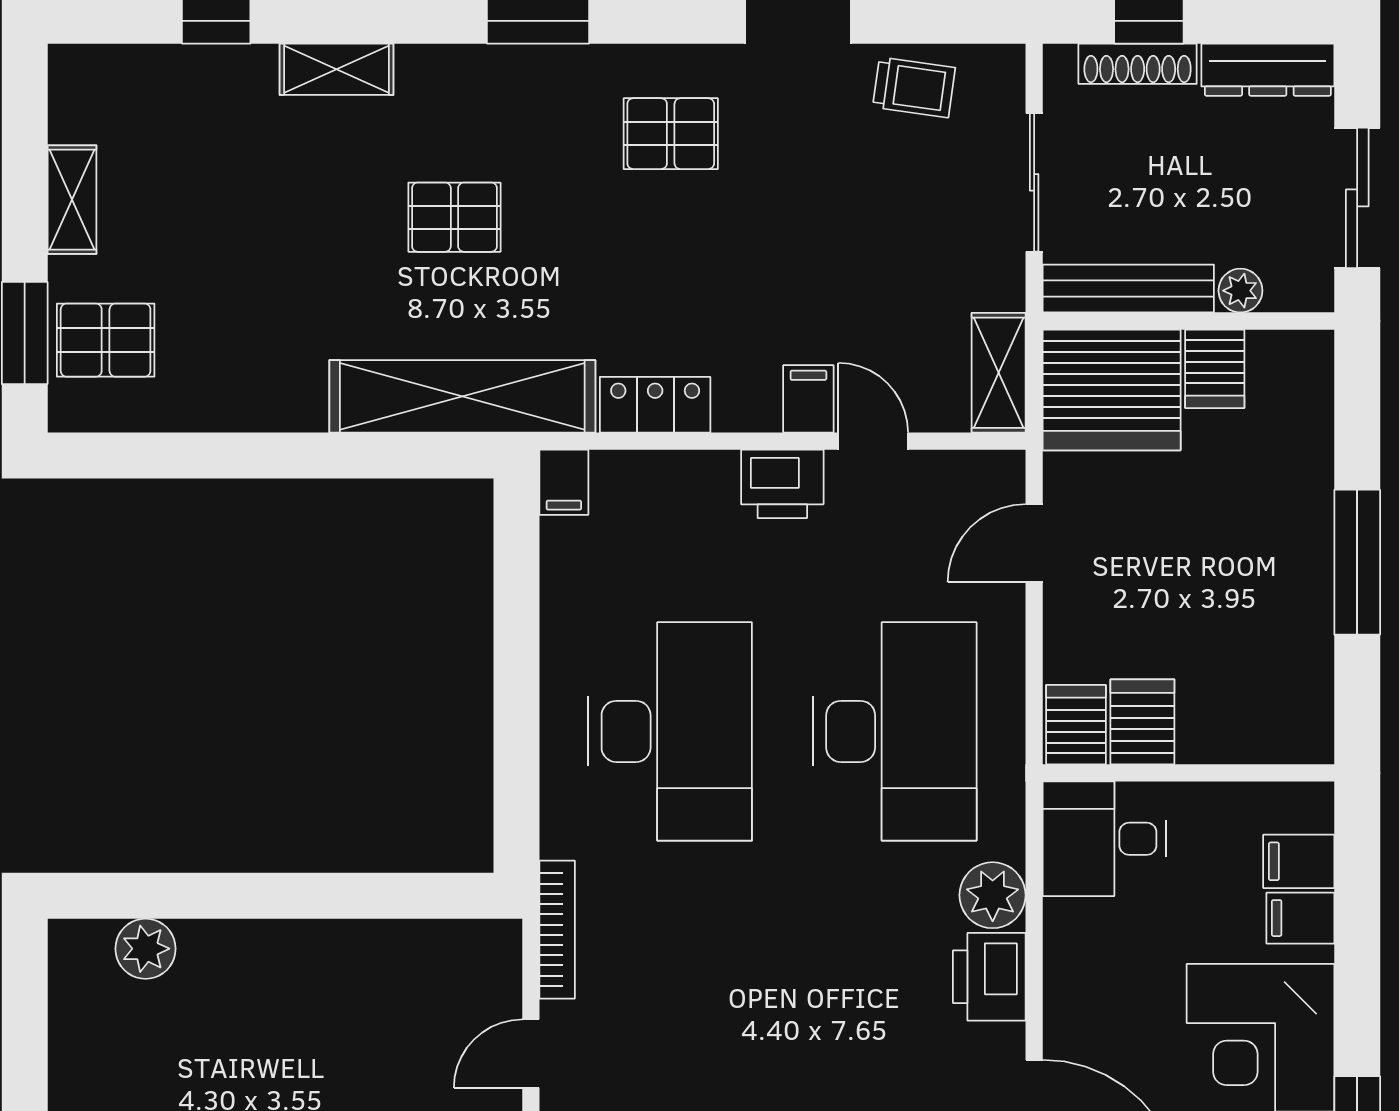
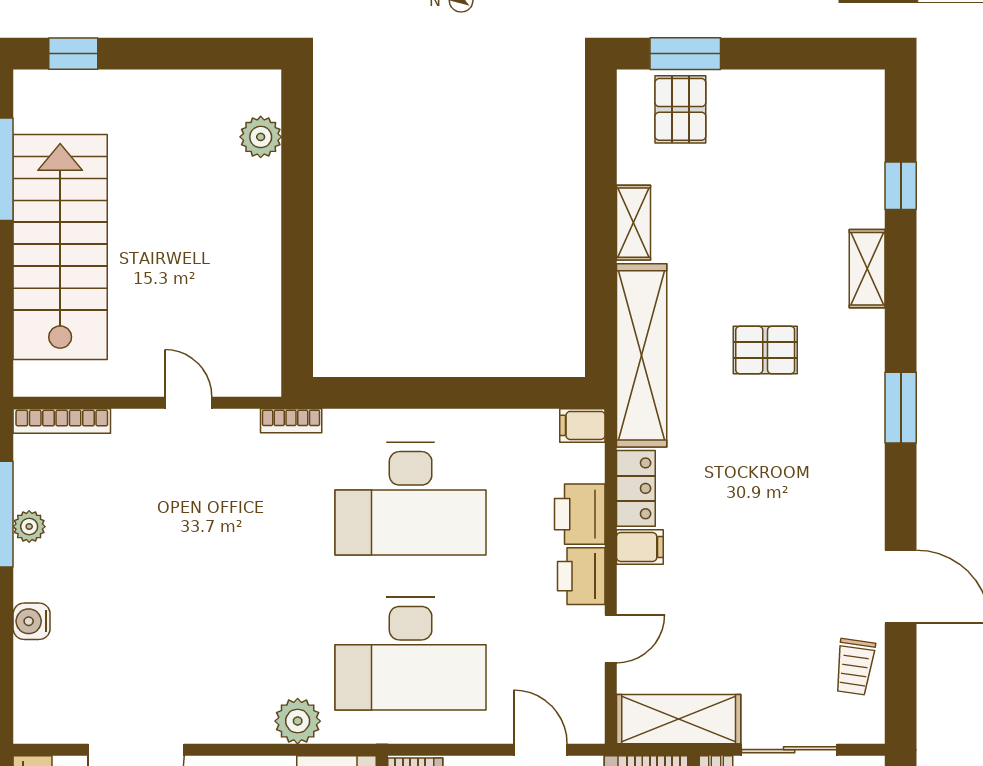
pallet: (671, 134) -> (823, 499), removed
shelving: (72, 200) -> (633, 223), moved, turned 90
pallet: (454, 217) -> (765, 350), turned 90
shelving: (999, 373) -> (679, 719), width x1.50, depth x1.33
filing cabinet: (808, 399) -> (640, 547), moved
bookcase: (557, 930) -> (291, 421), width x0.64
printer: (989, 977) -> (580, 514), moved, turned -90

